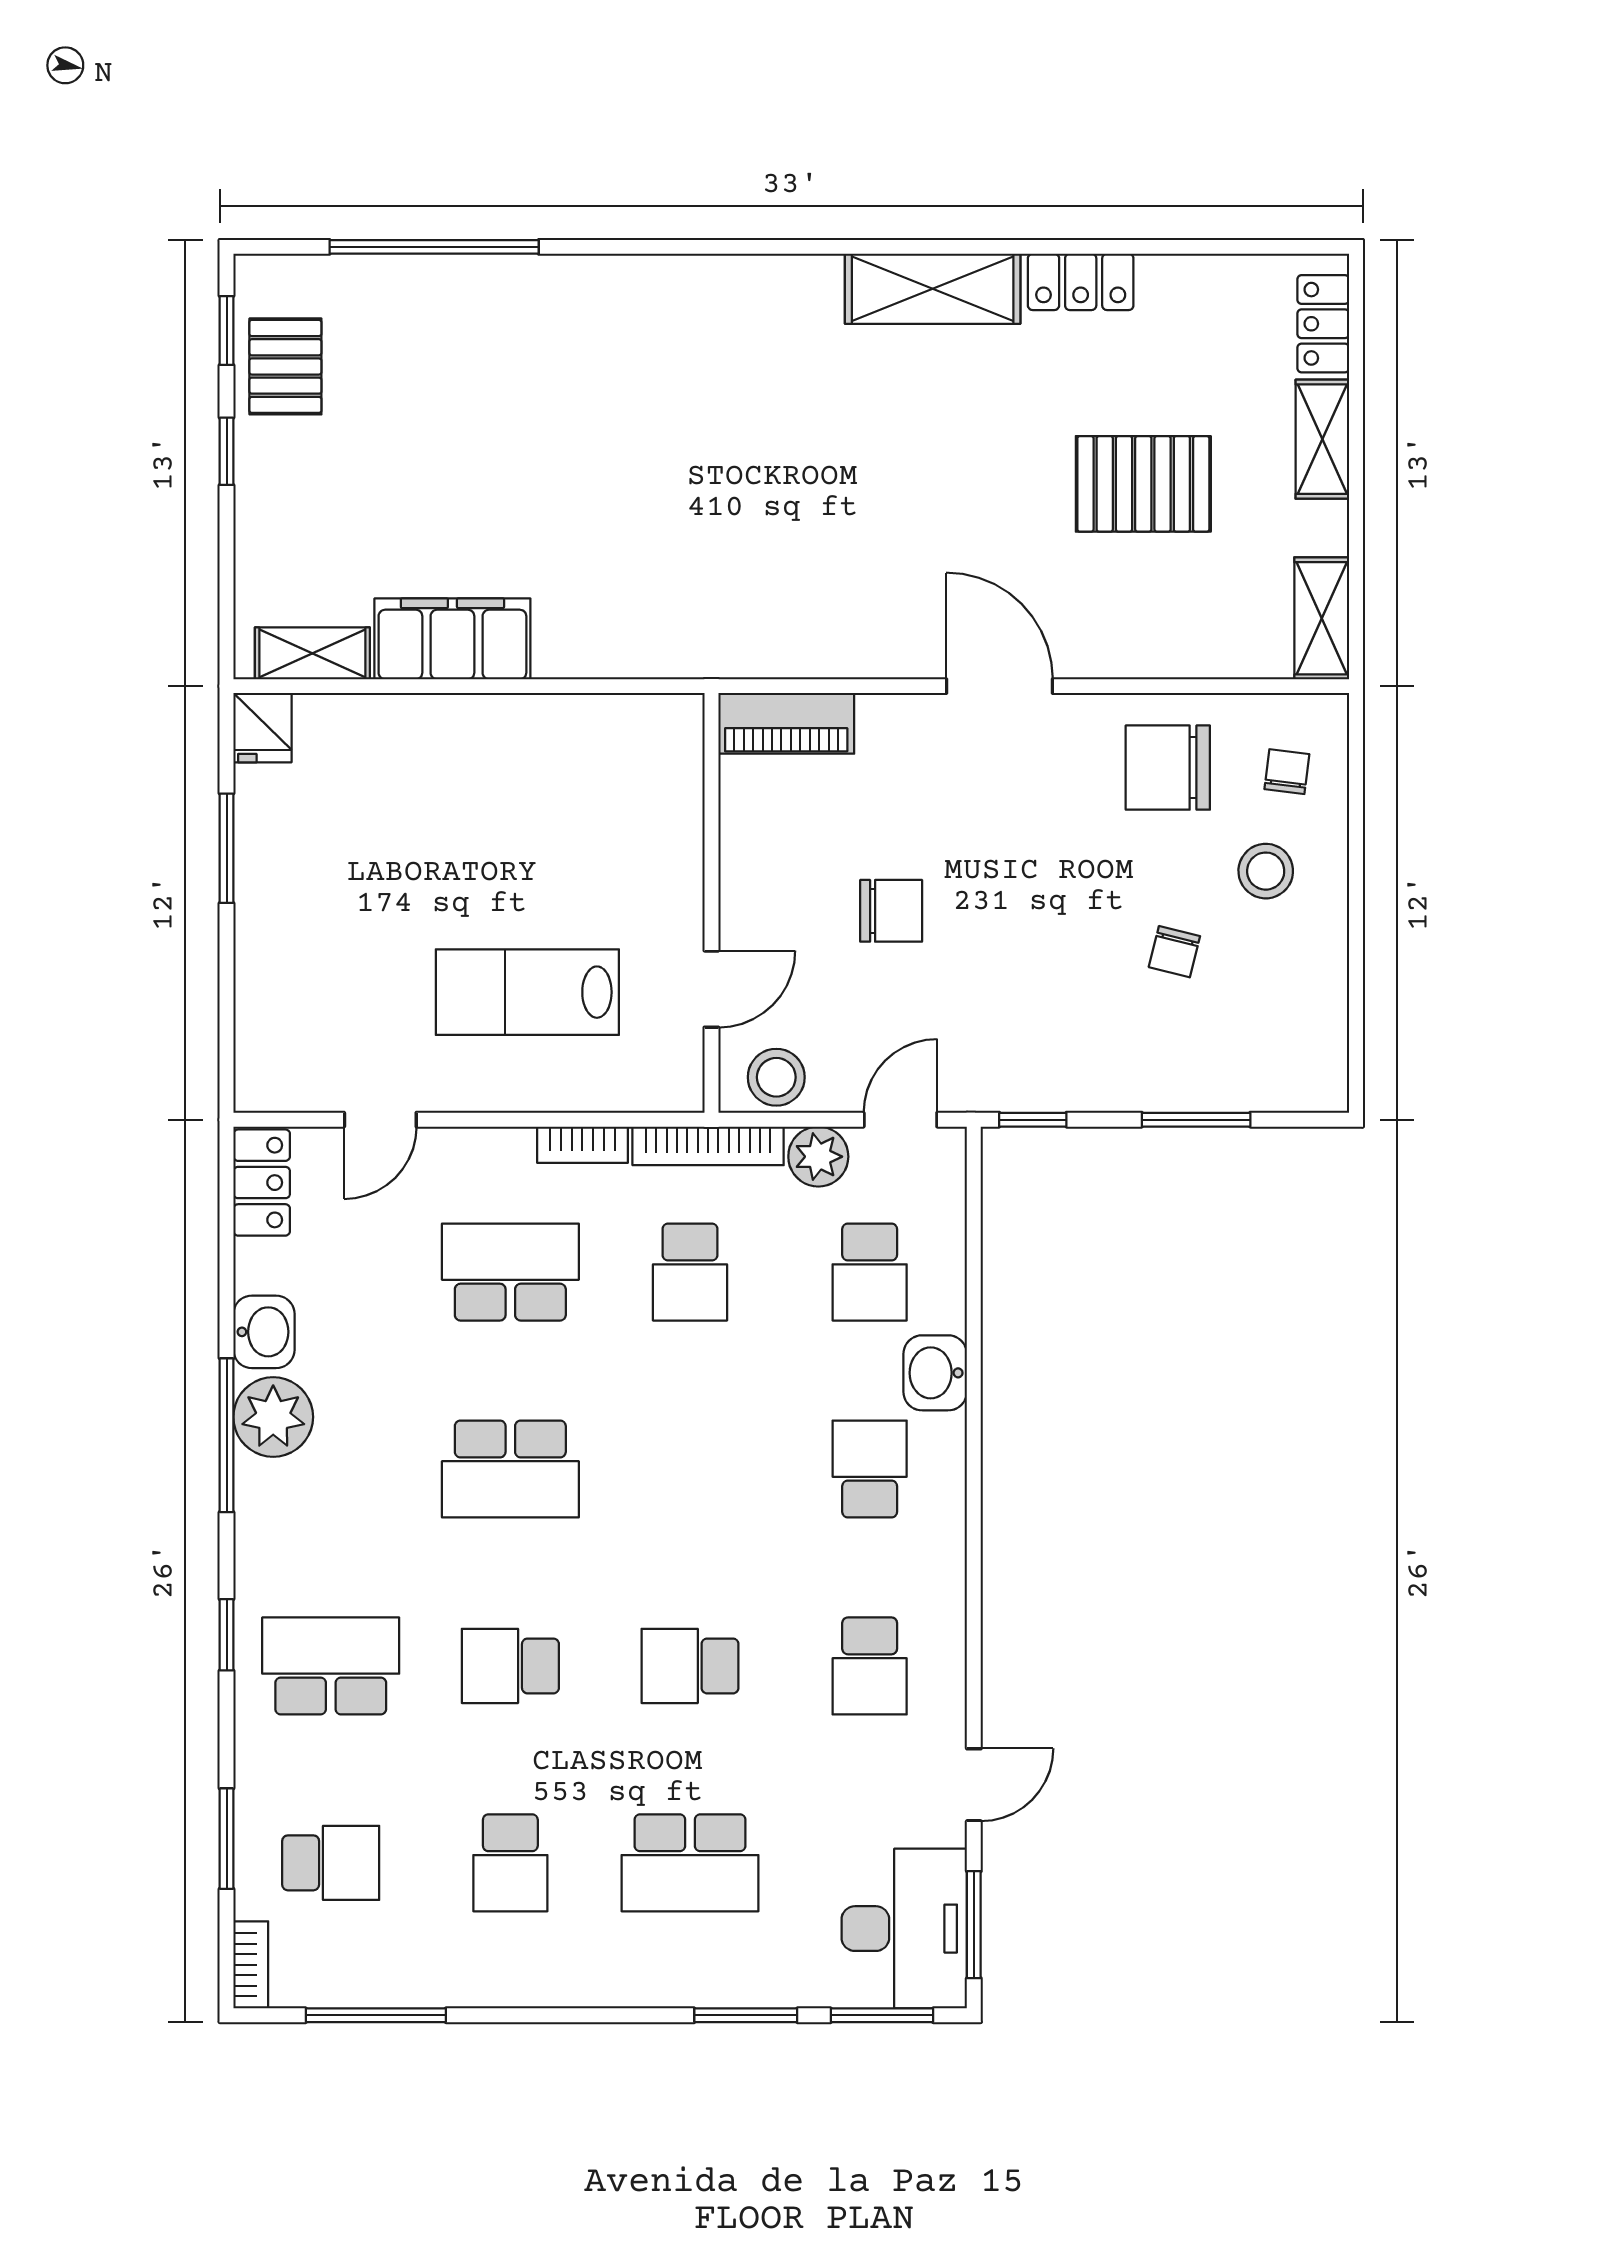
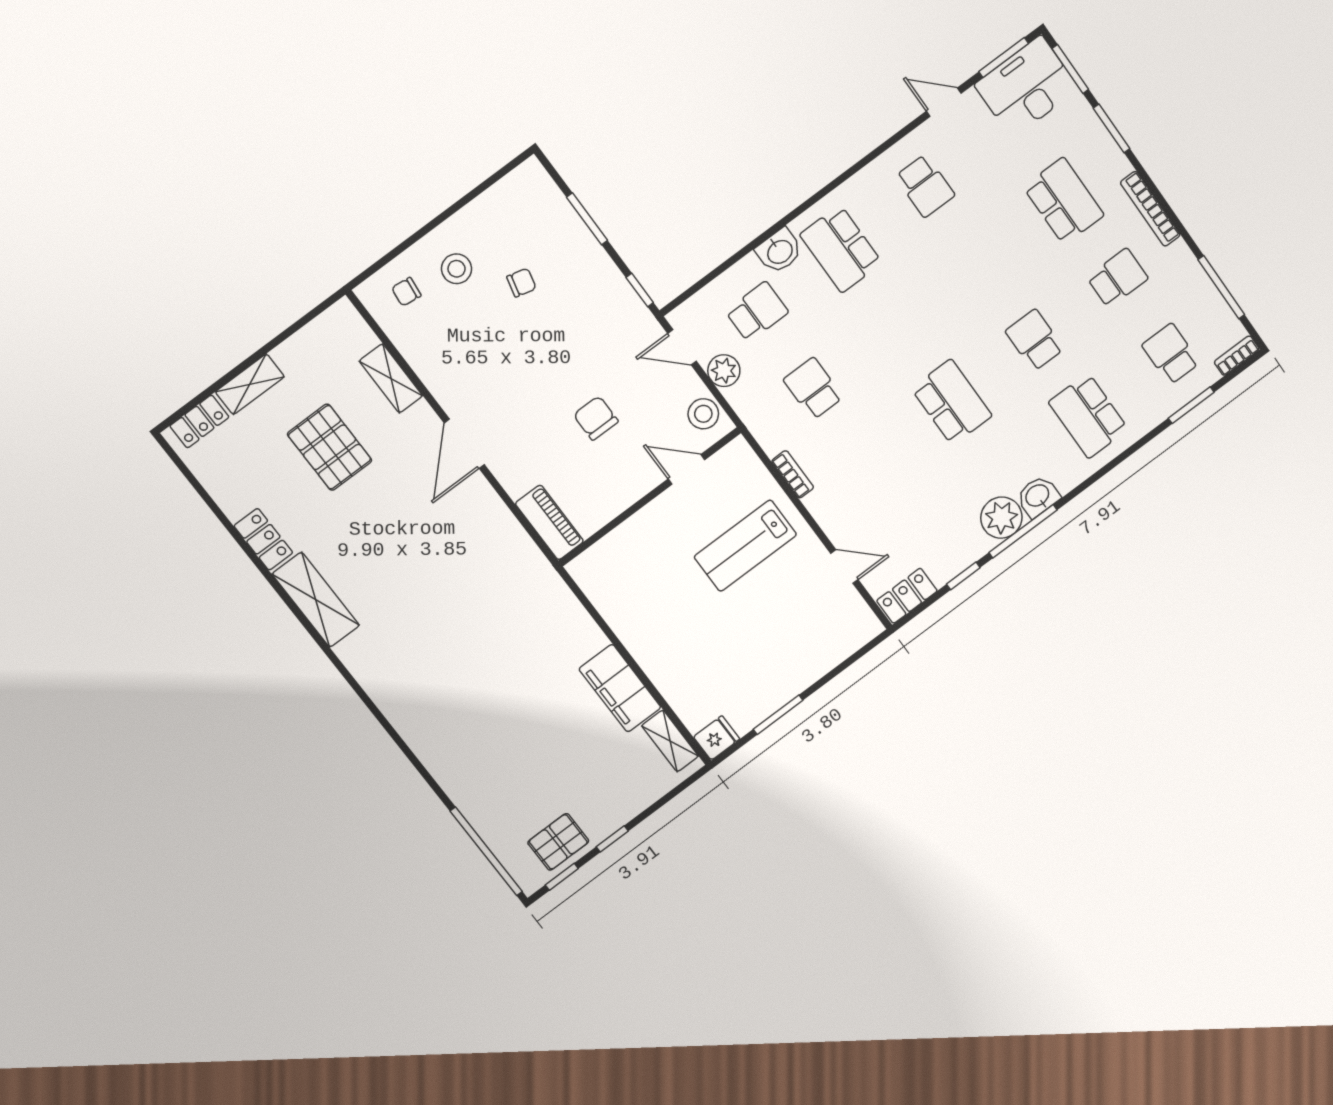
window: (434, 247) -> (486, 851), moved
shelving: (1322, 618) -> (391, 378), moved, turned 90
chair: (1168, 768) -> (444, 345), removed
lab bench: (527, 992) -> (745, 546), turned 90
bookcase: (708, 1146) -> (1150, 209), moved, turned 180
school desk: (510, 1272) -> (869, 464), removed
school desk: (690, 1272) -> (813, 389), turned -90
washbasin: (264, 1332) -> (1038, 496), moved
school desk: (870, 1469) -> (841, 249), width x1.85
window: (227, 1635) -> (963, 576), moved
school desk: (510, 1666) -> (1035, 340), turned 180
school desk: (690, 1666) -> (980, 263), removed
school desk: (870, 1666) -> (925, 186), turned 90

